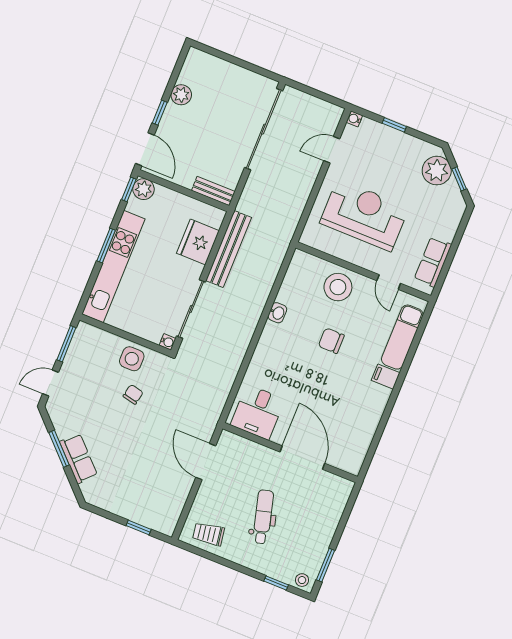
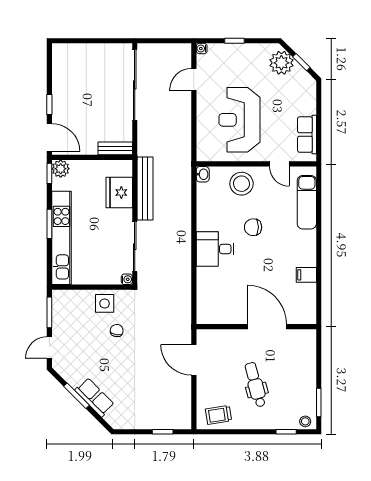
plant: (181, 95) -> (60, 84), removed
reception desk: (364, 215) -> (239, 120), turned -90
washbasin: (277, 313) -> (203, 174), moved
filing cabinet: (386, 377) -> (306, 275), moved
desk: (258, 412) -> (215, 249), moved, turned 90

